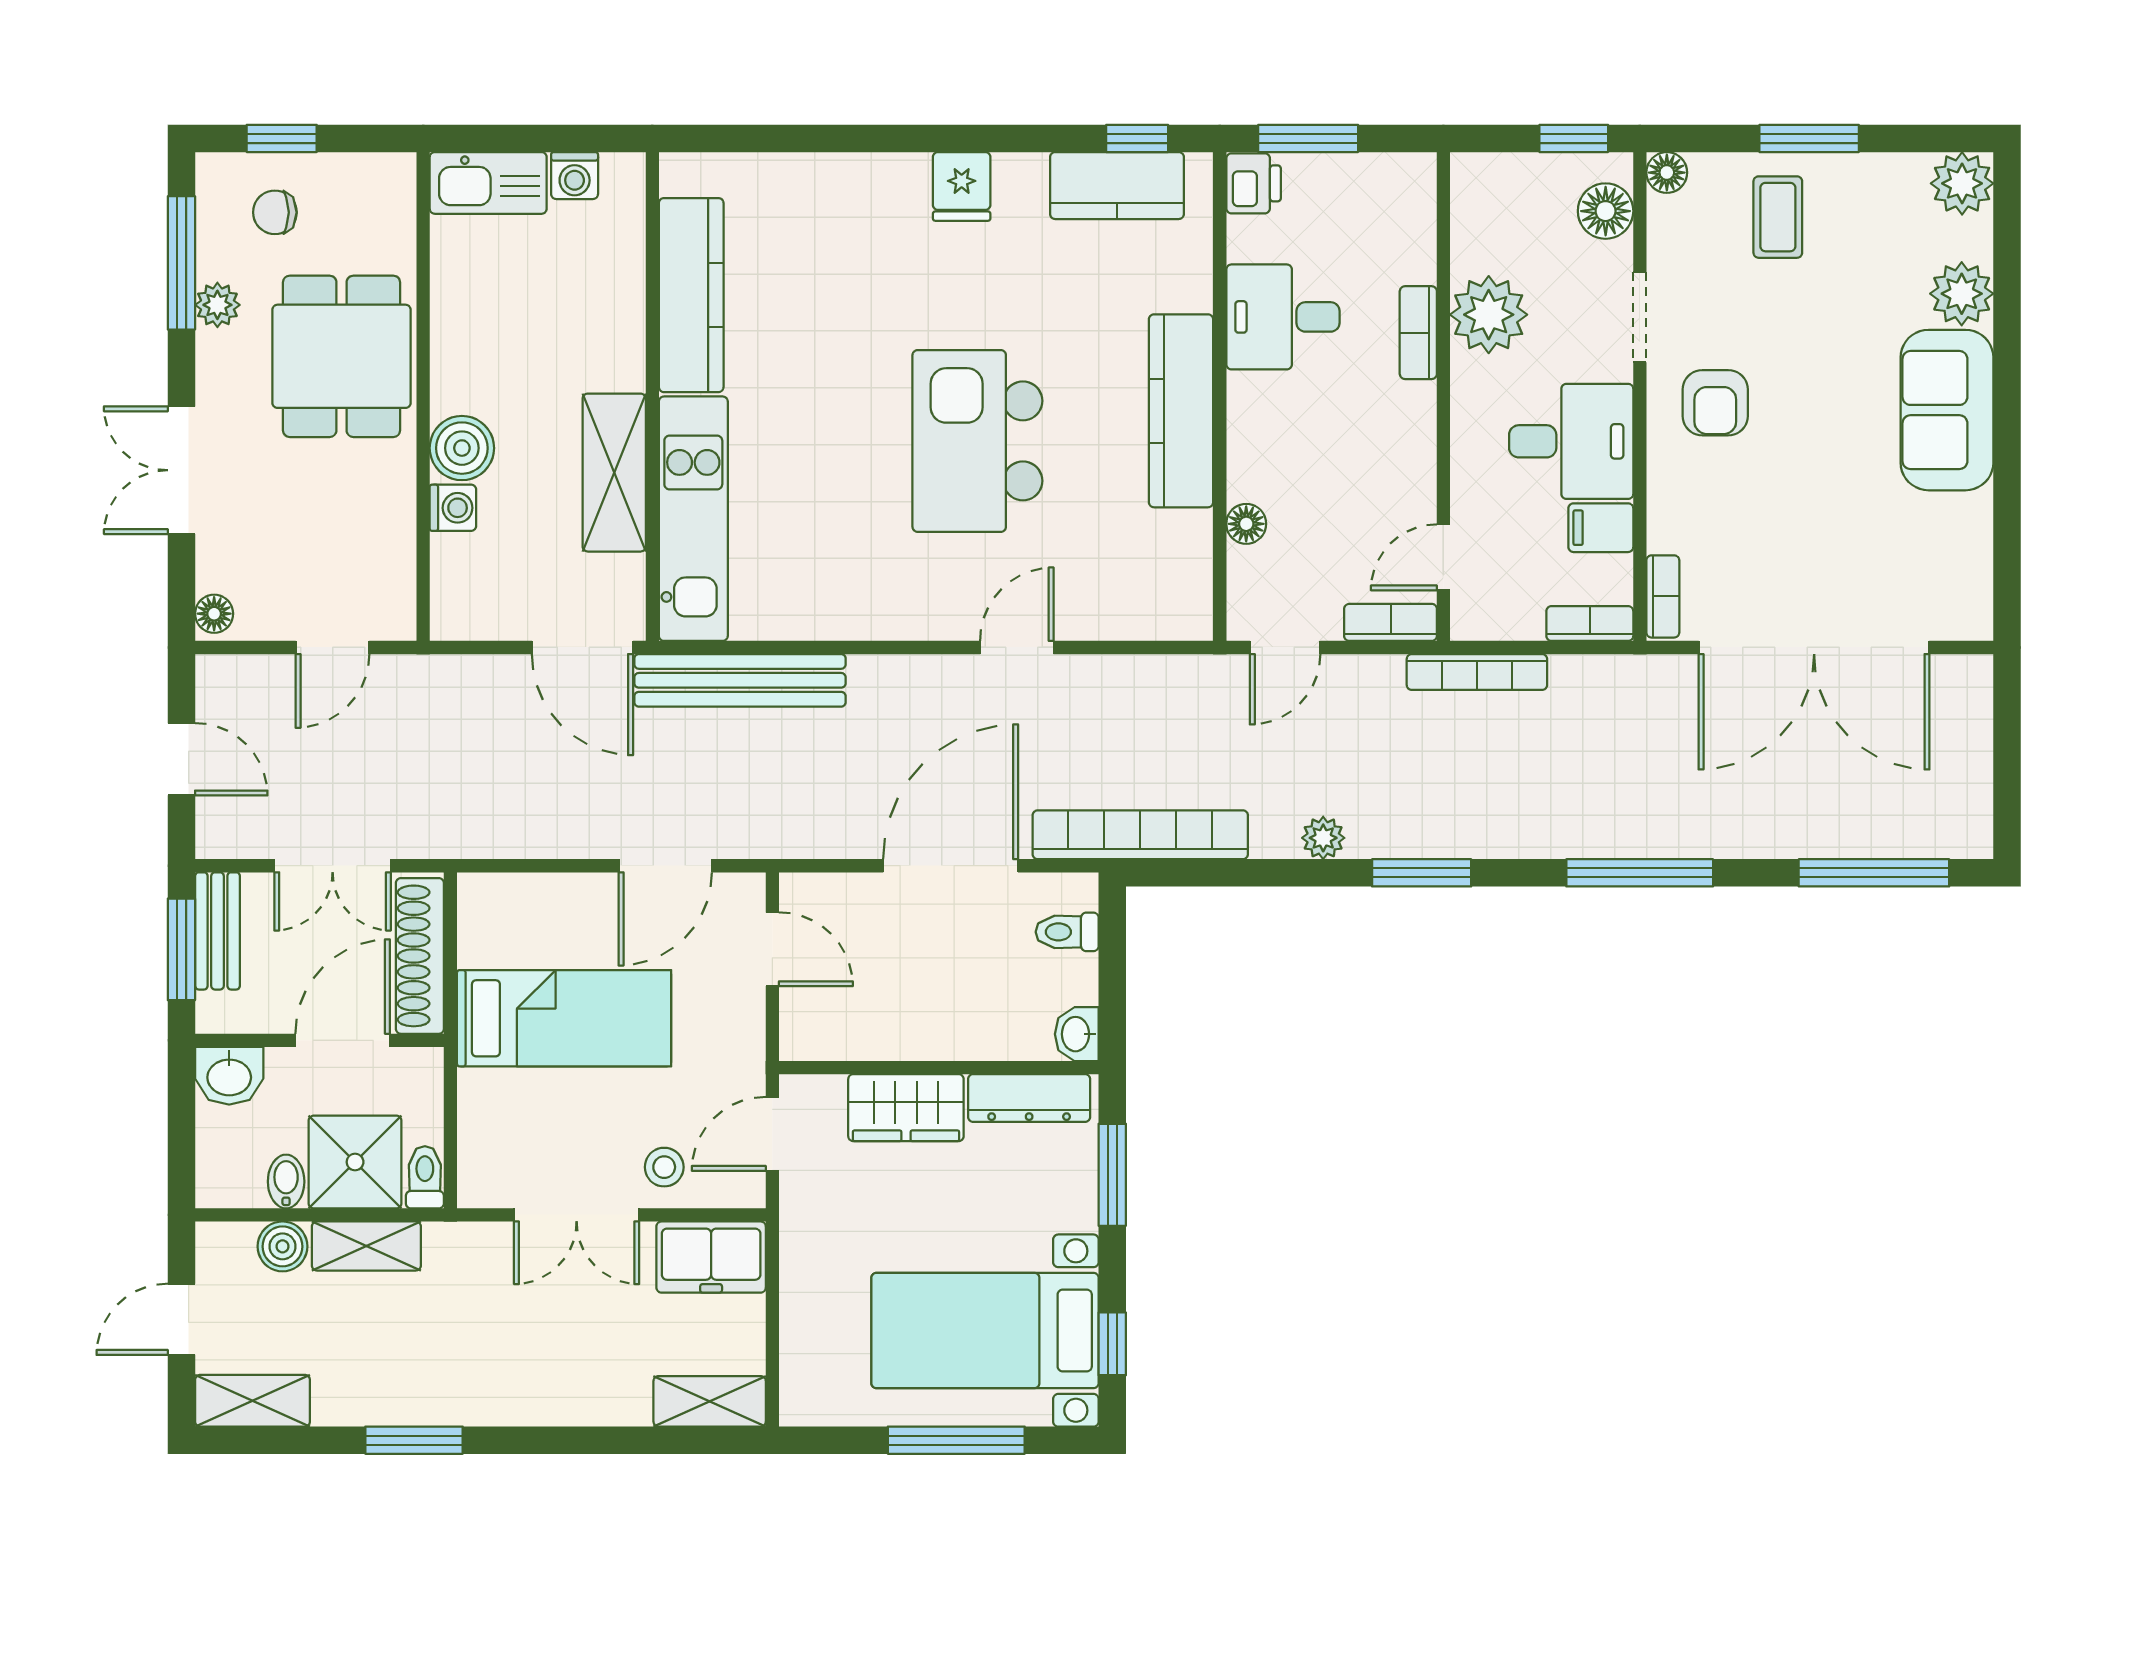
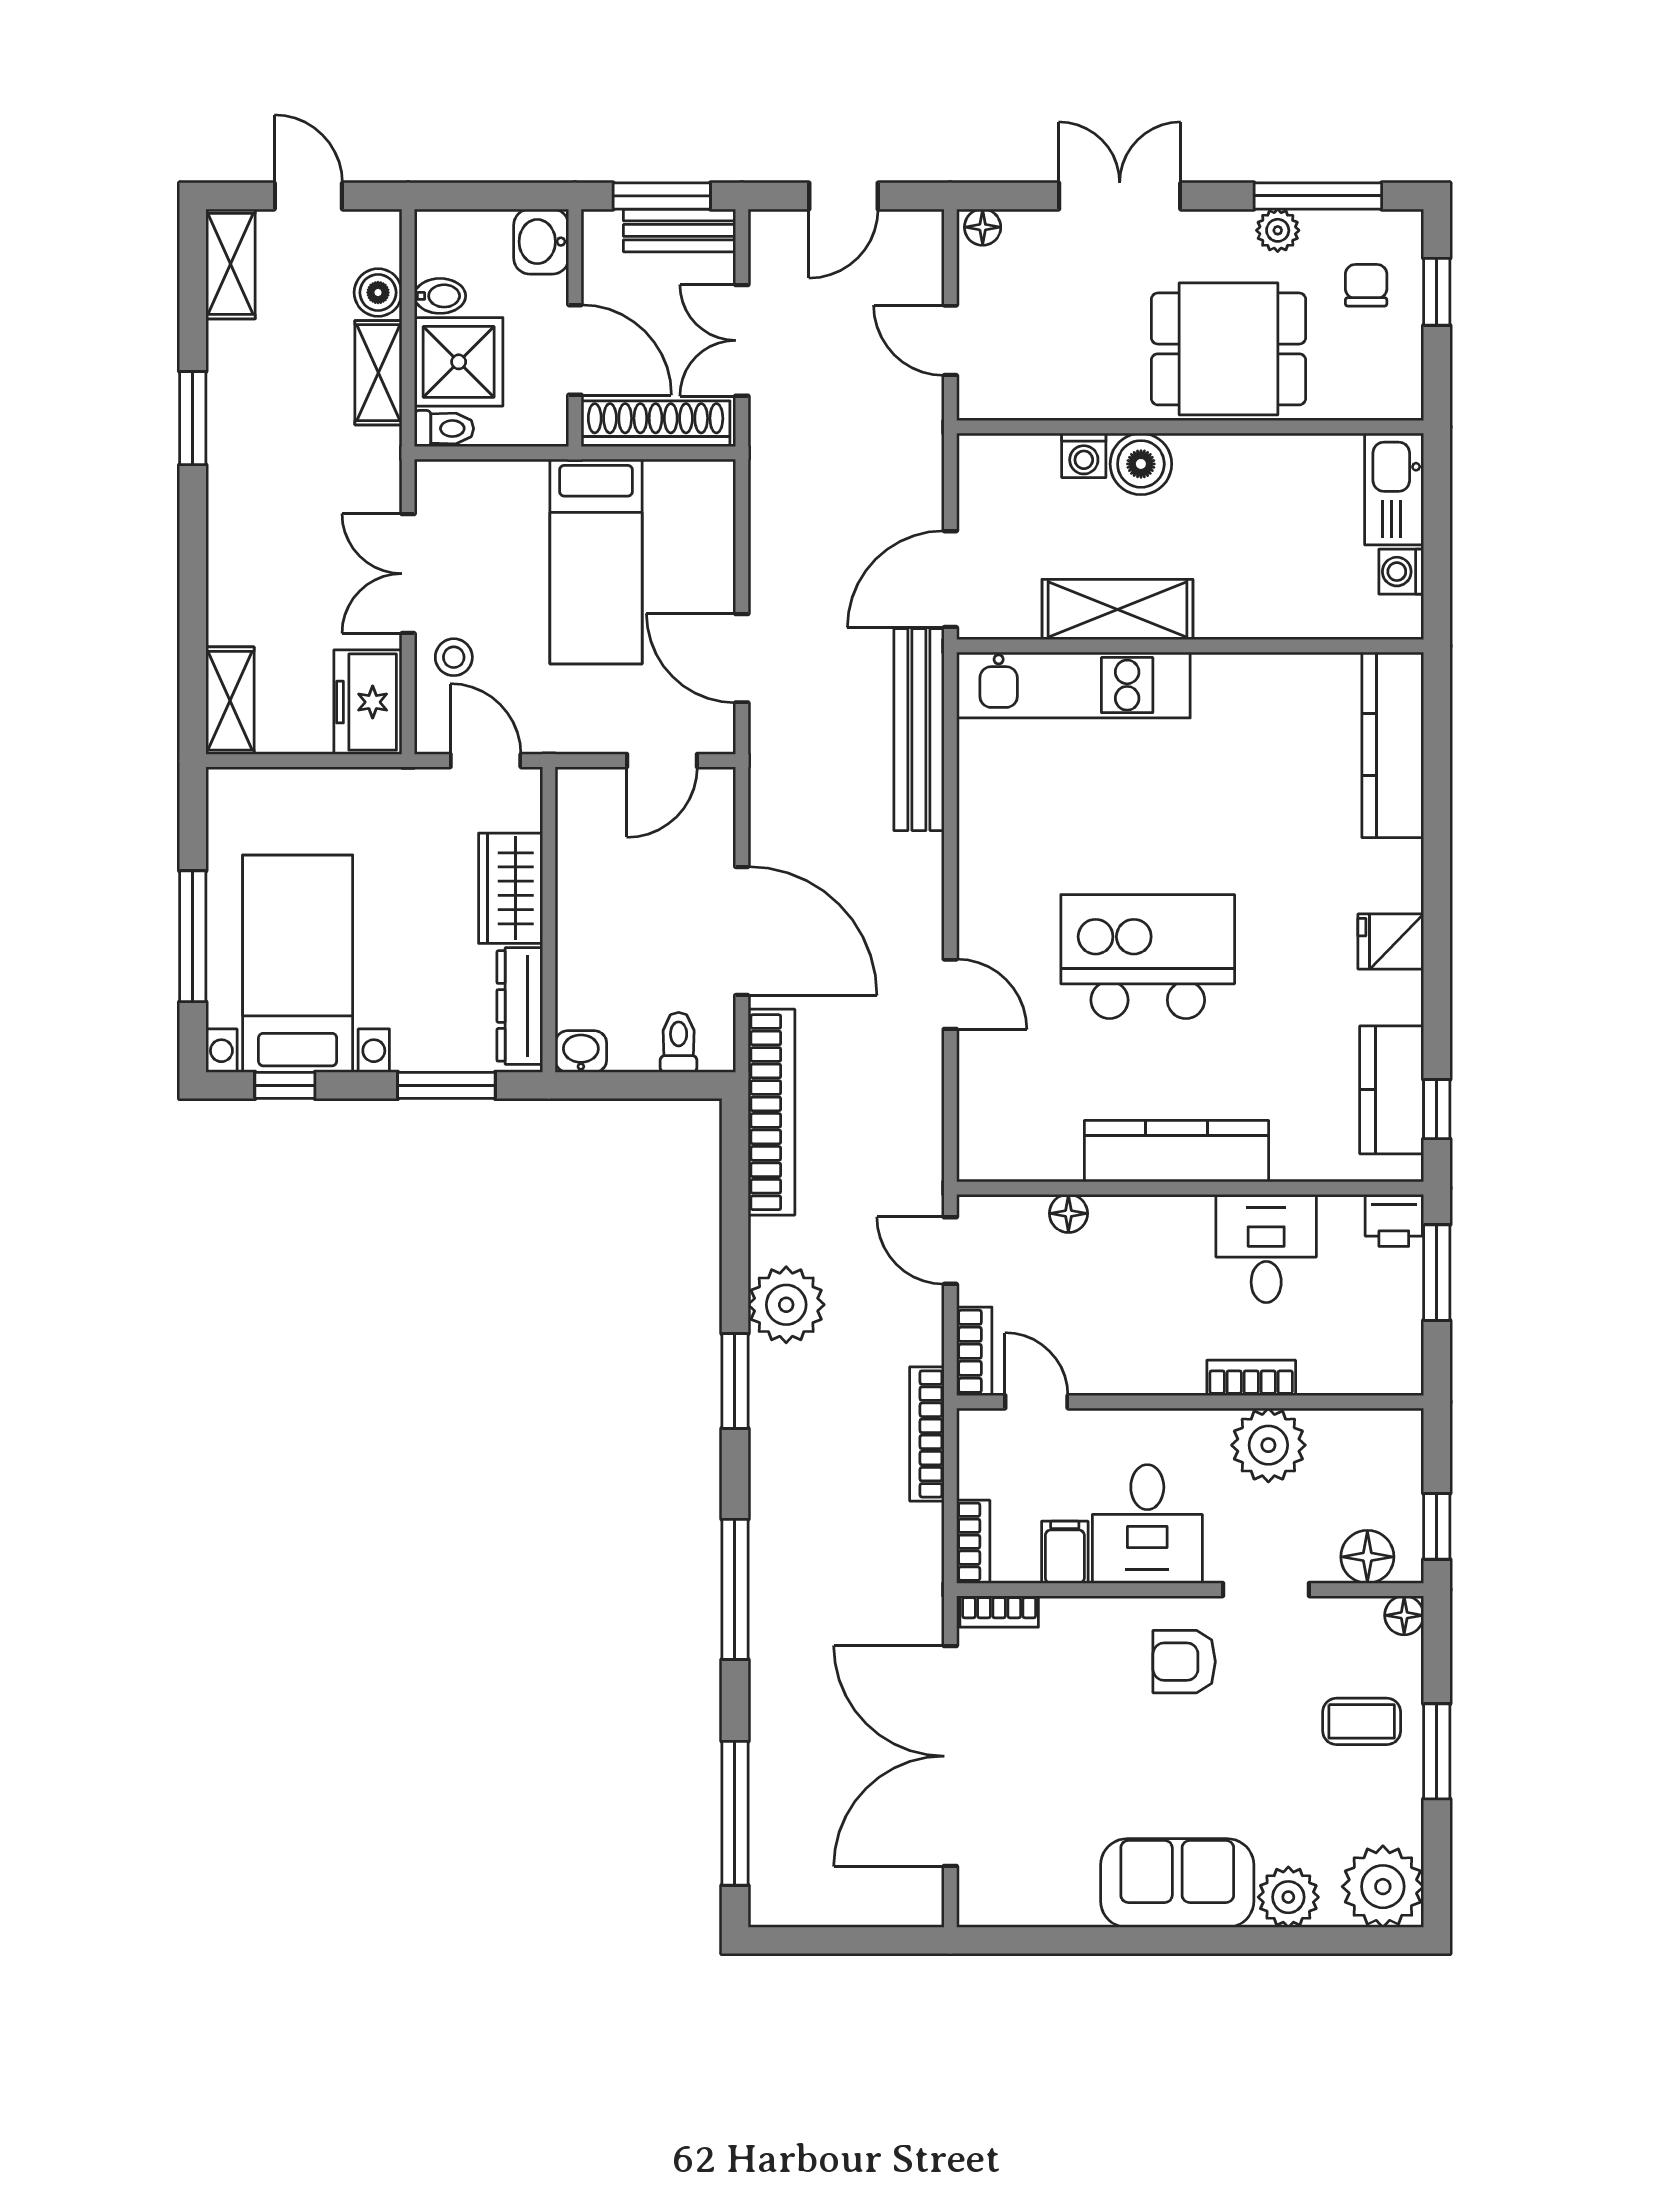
plant: (1962, 183) -> (1383, 1887), width x1.36, depth x1.36
kitchen counter: (691, 295) -> (1393, 745), moved, turned 90
plant: (1323, 838) -> (786, 1305), width x1.87, depth x1.87

